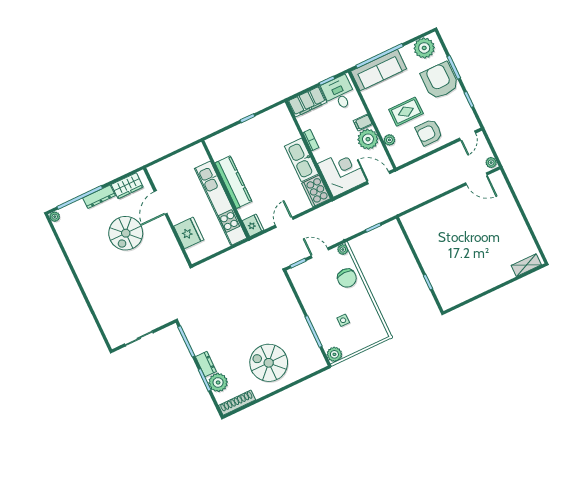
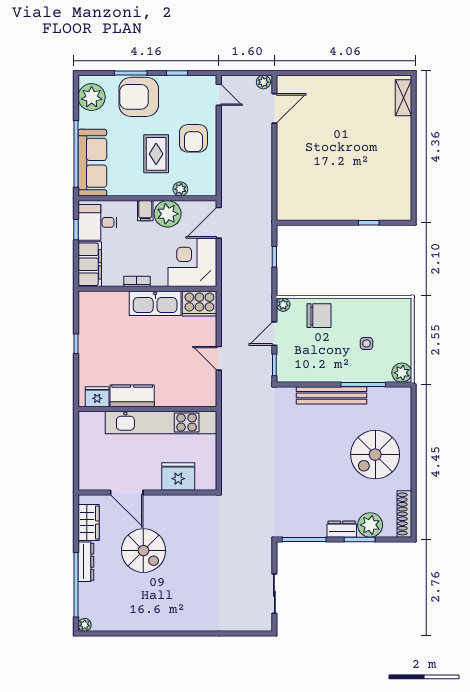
kitchen counter: (233, 182) -> (132, 396), width x0.67
fridge: (253, 225) -> (97, 397), moved
bench: (296, 313) -> (332, 395), added

